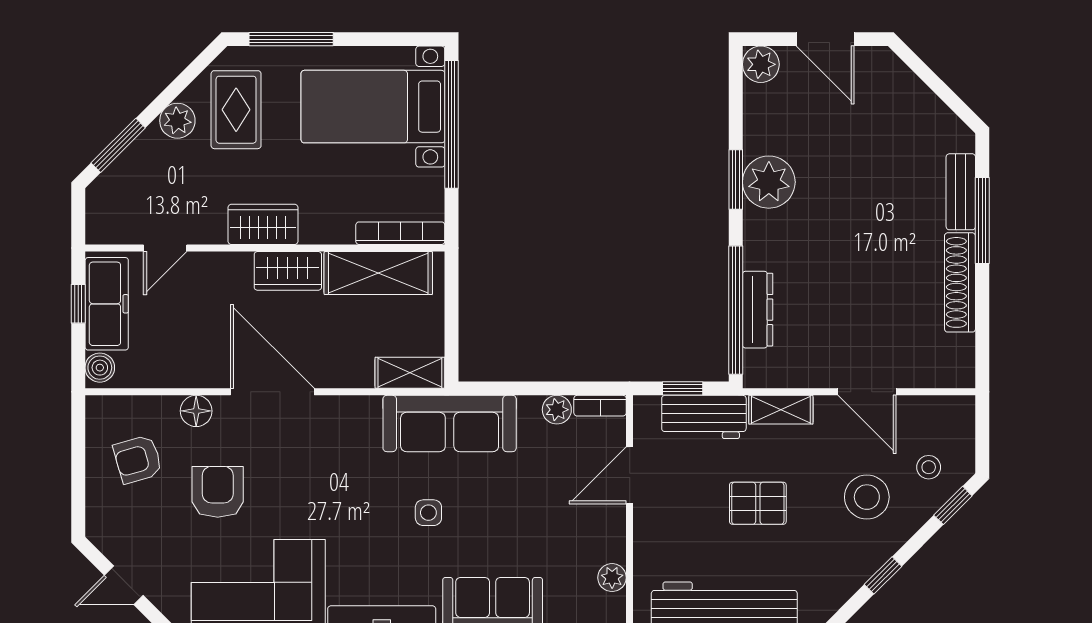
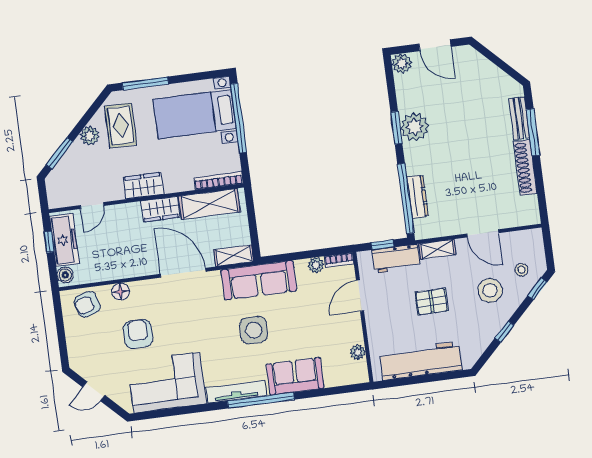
door: (272, 392) -> (183, 273), moved
armchair: (138, 459) -> (87, 304), moved
side table: (428, 513) -> (254, 330), width x1.87, depth x1.87

